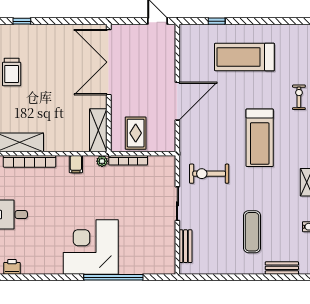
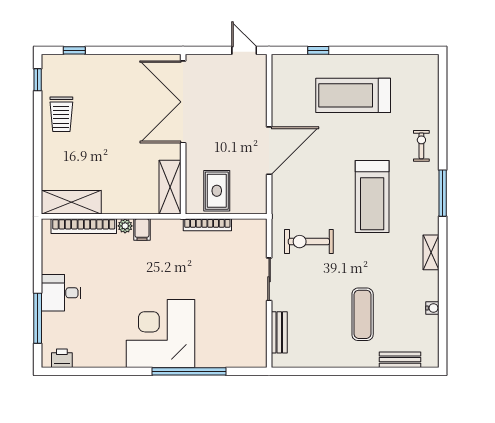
plant: (102, 161) -> (125, 226), moved

